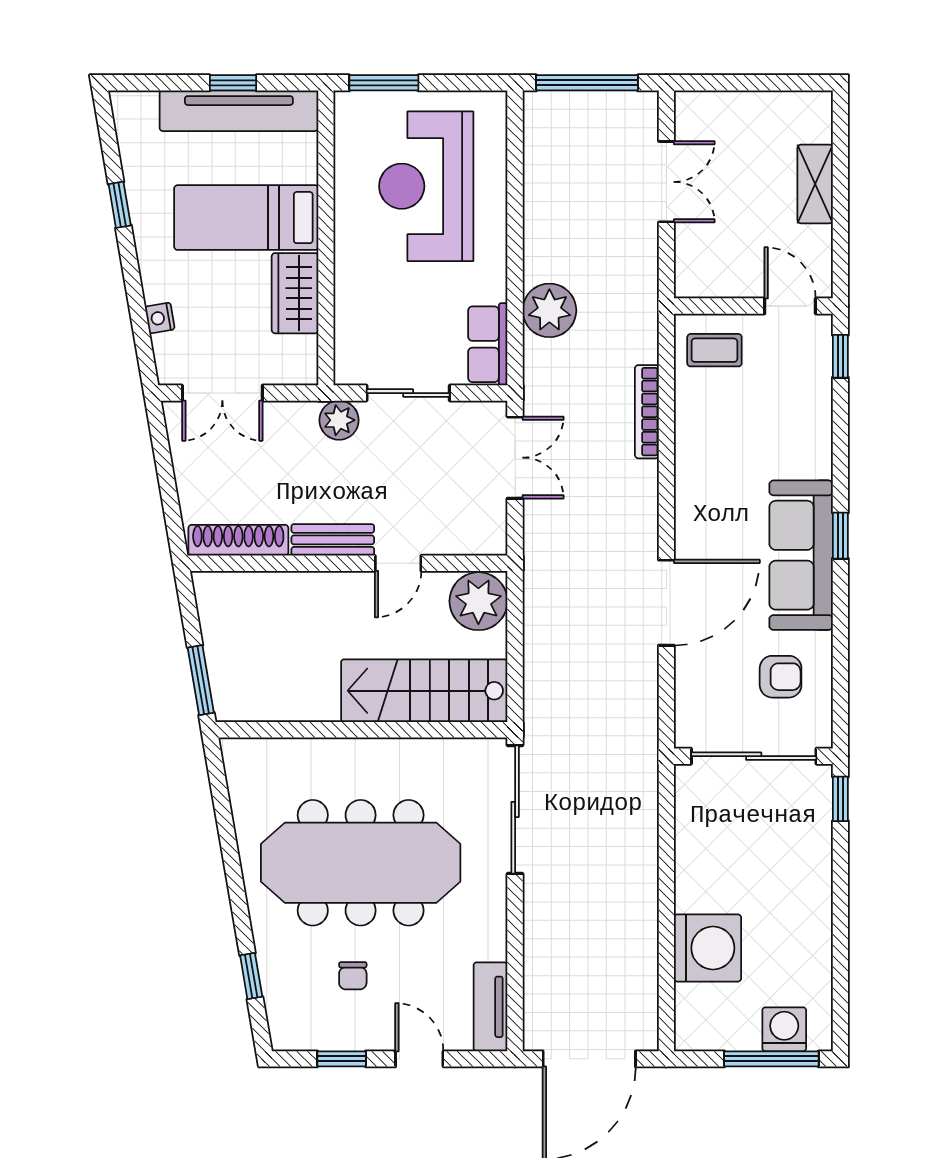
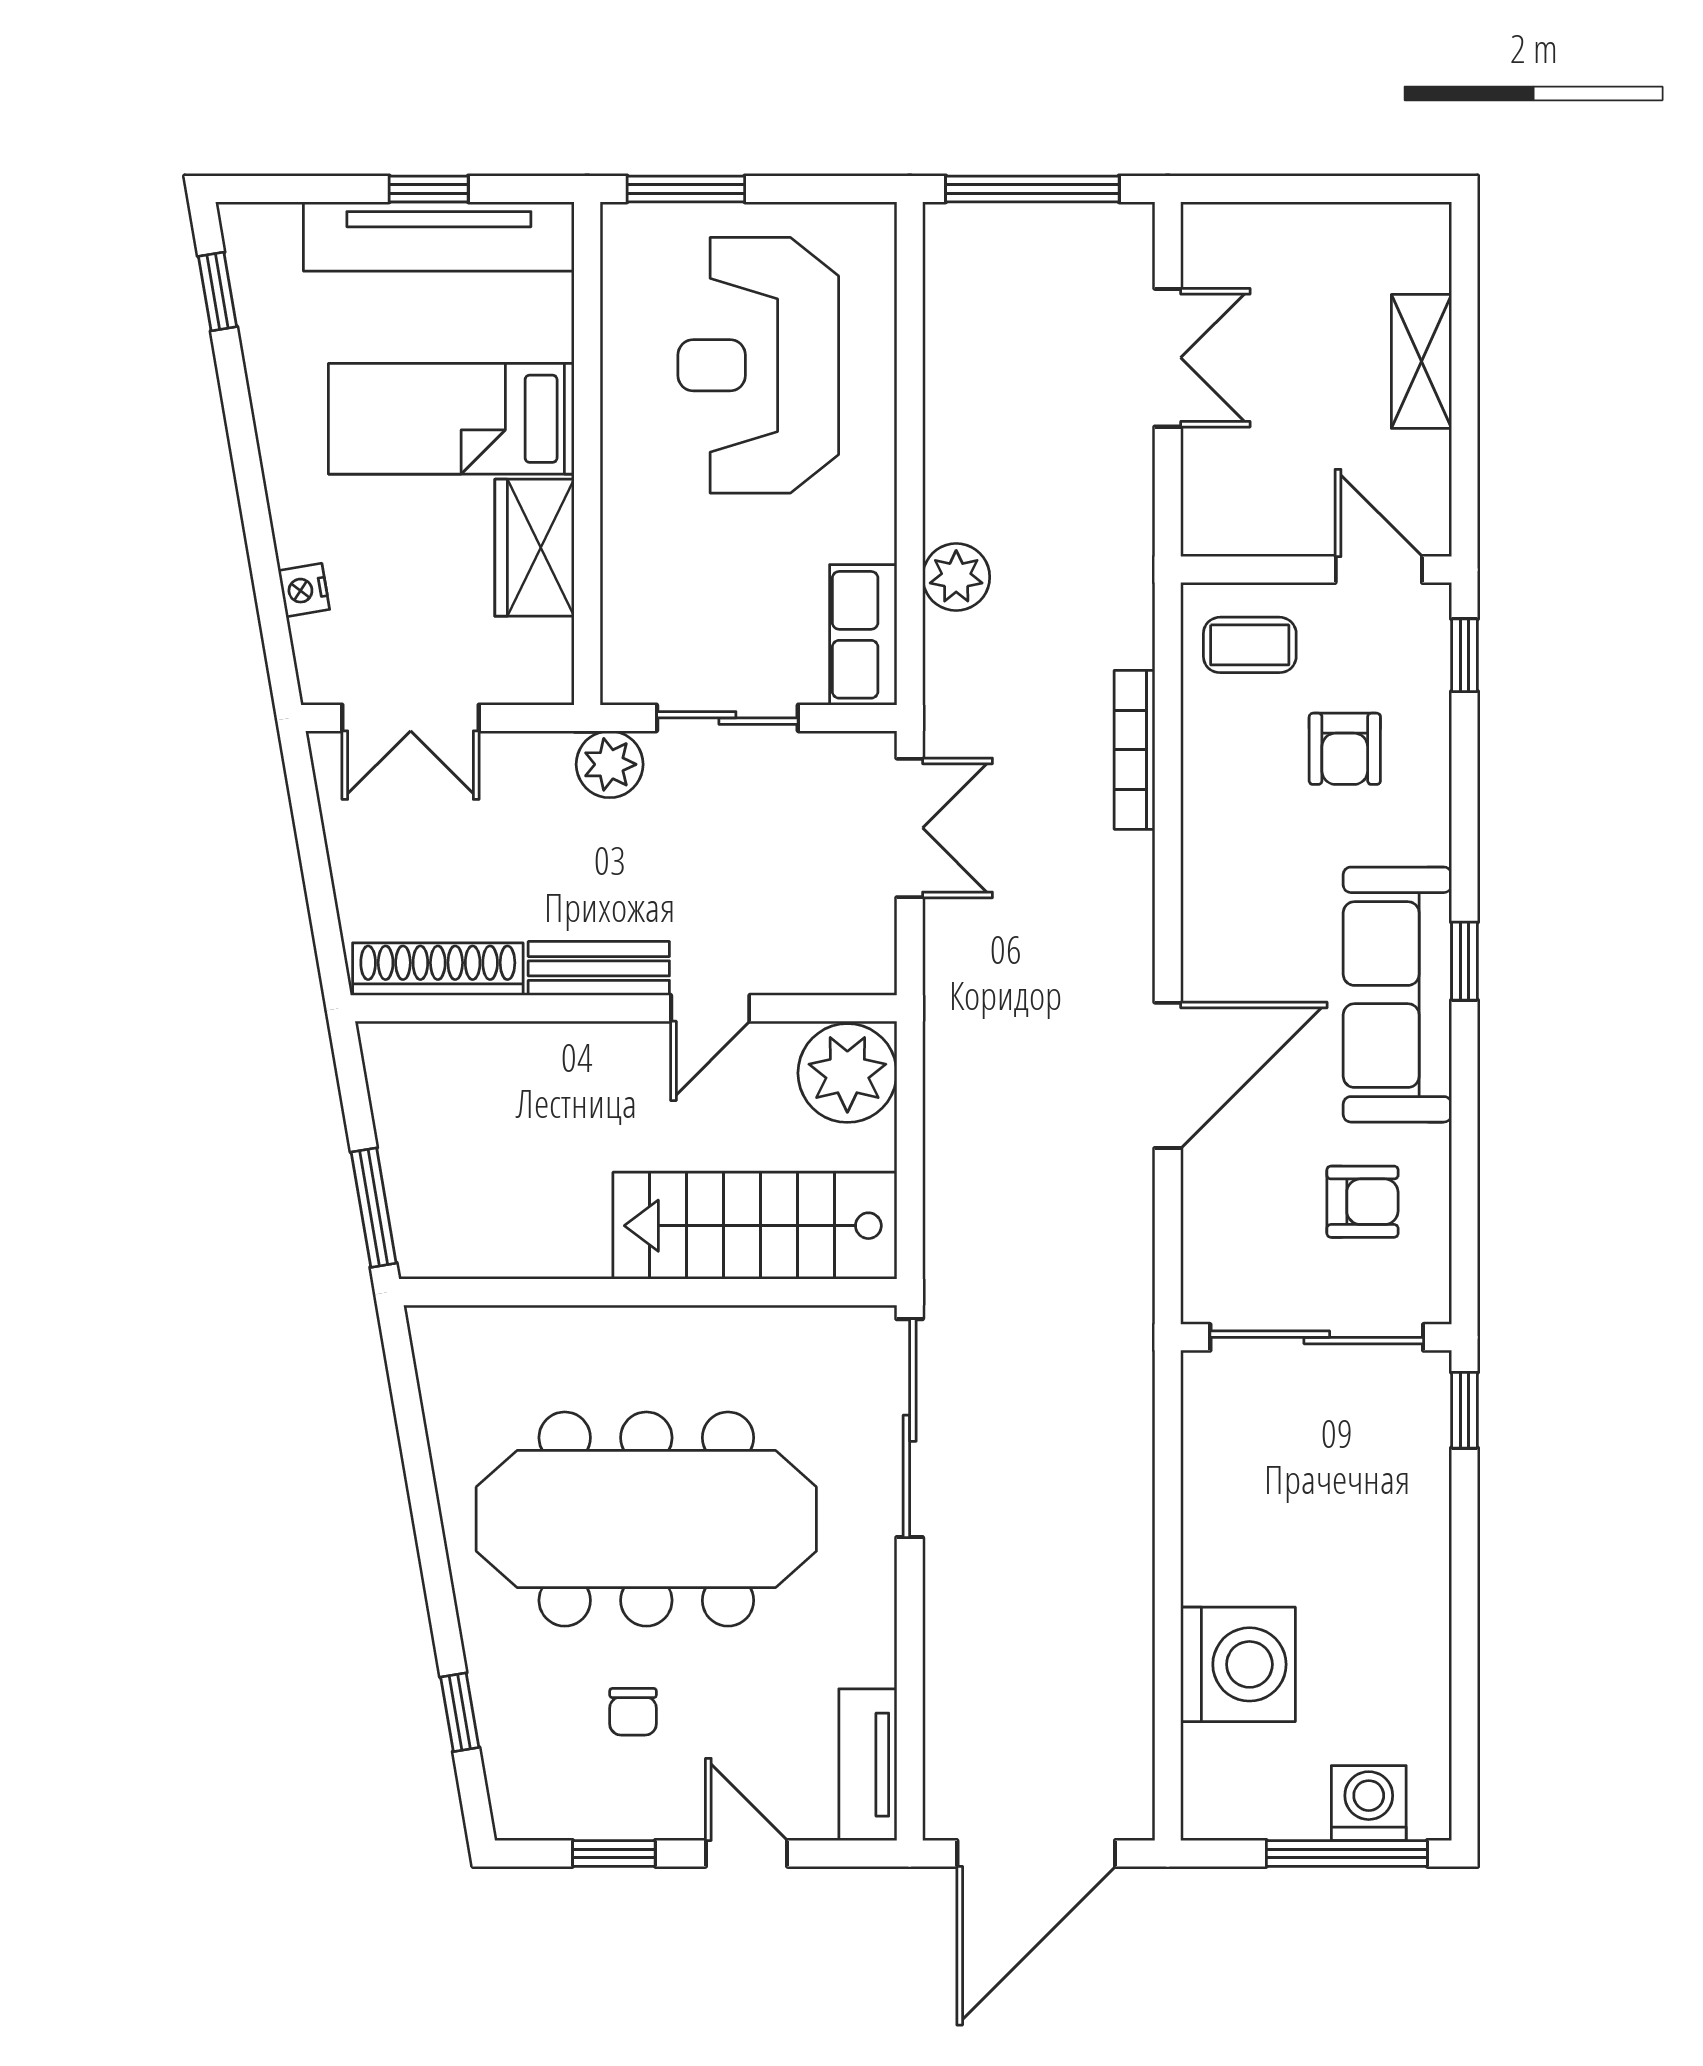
window: (120, 205) -> (218, 291), moved
plant: (549, 310) -> (956, 577), width x0.73, depth x0.73
armchair: (770, 411) -> (1345, 749), added

